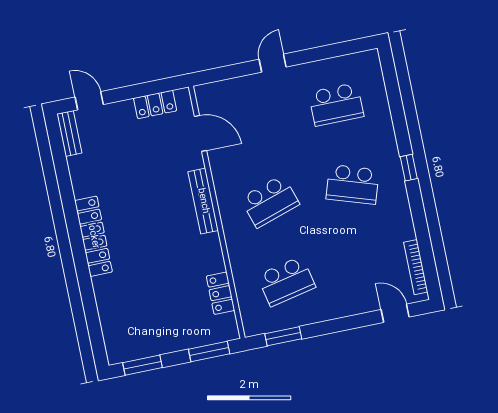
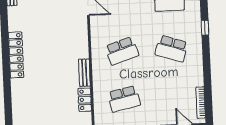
window: (409, 168) -> (205, 28), moved
bench: (203, 201) -> (84, 73), moved, width x0.73

